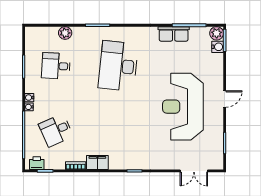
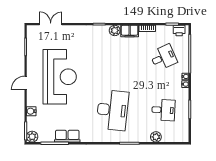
water cooler: (218, 47) -> (31, 111), moved
plant: (116, 163) -> (115, 30), added

